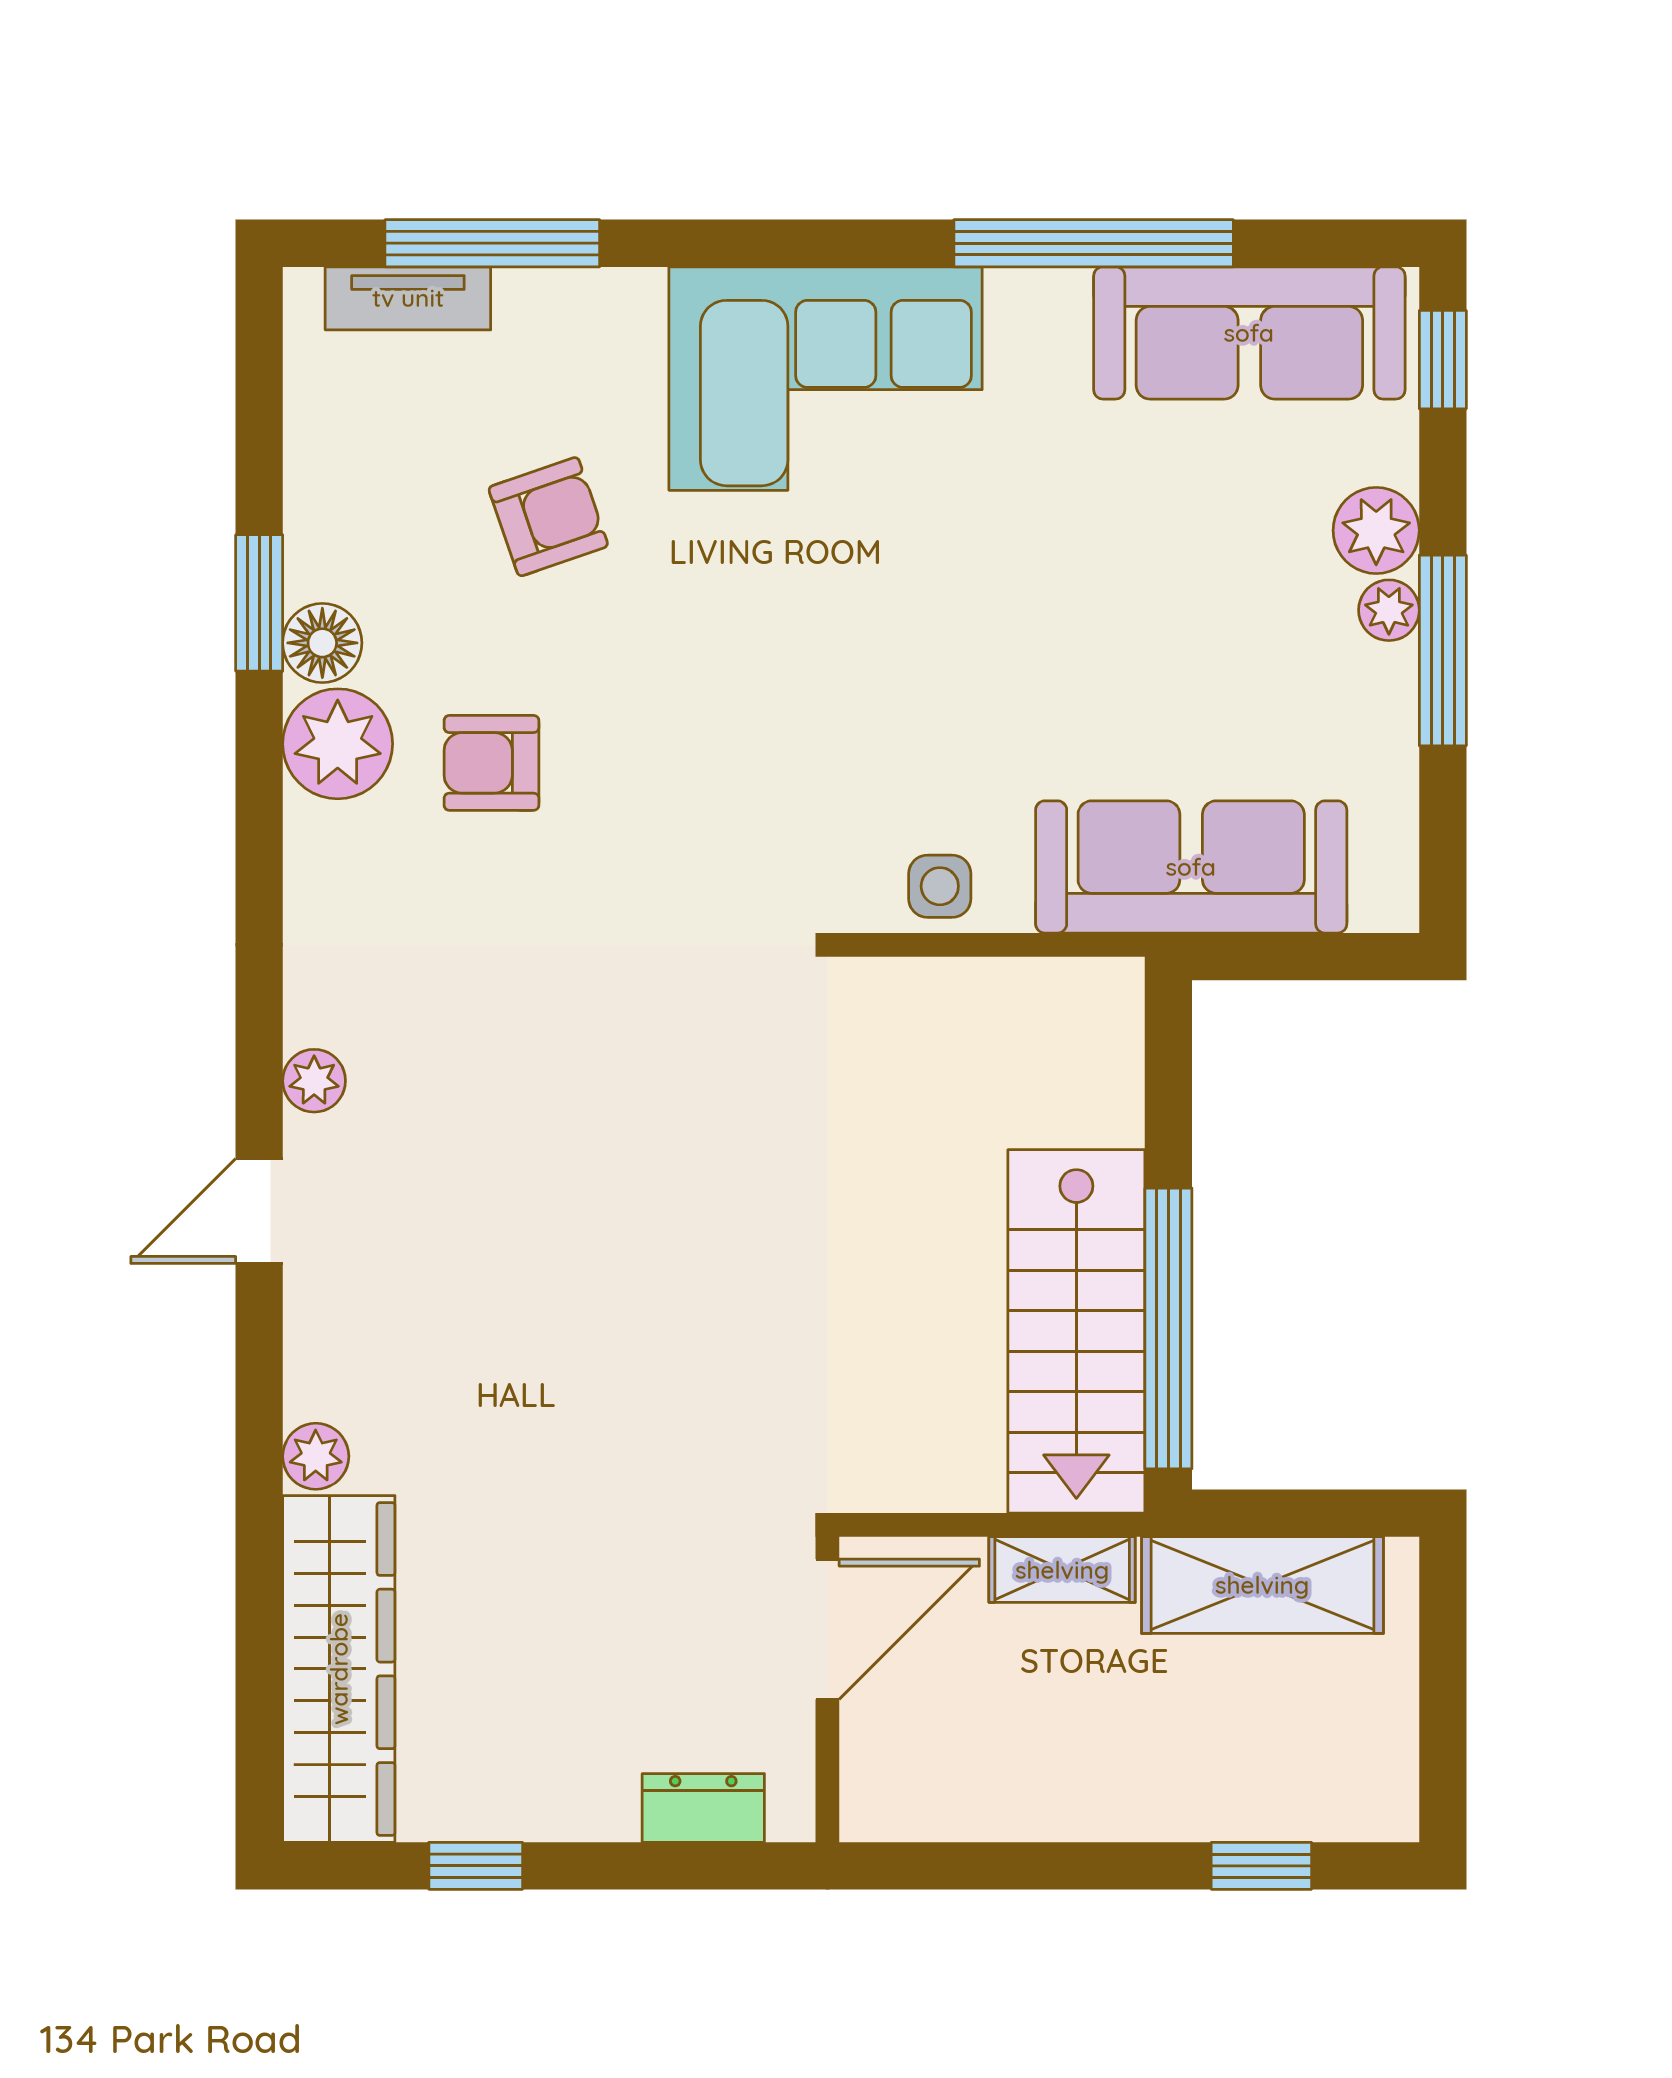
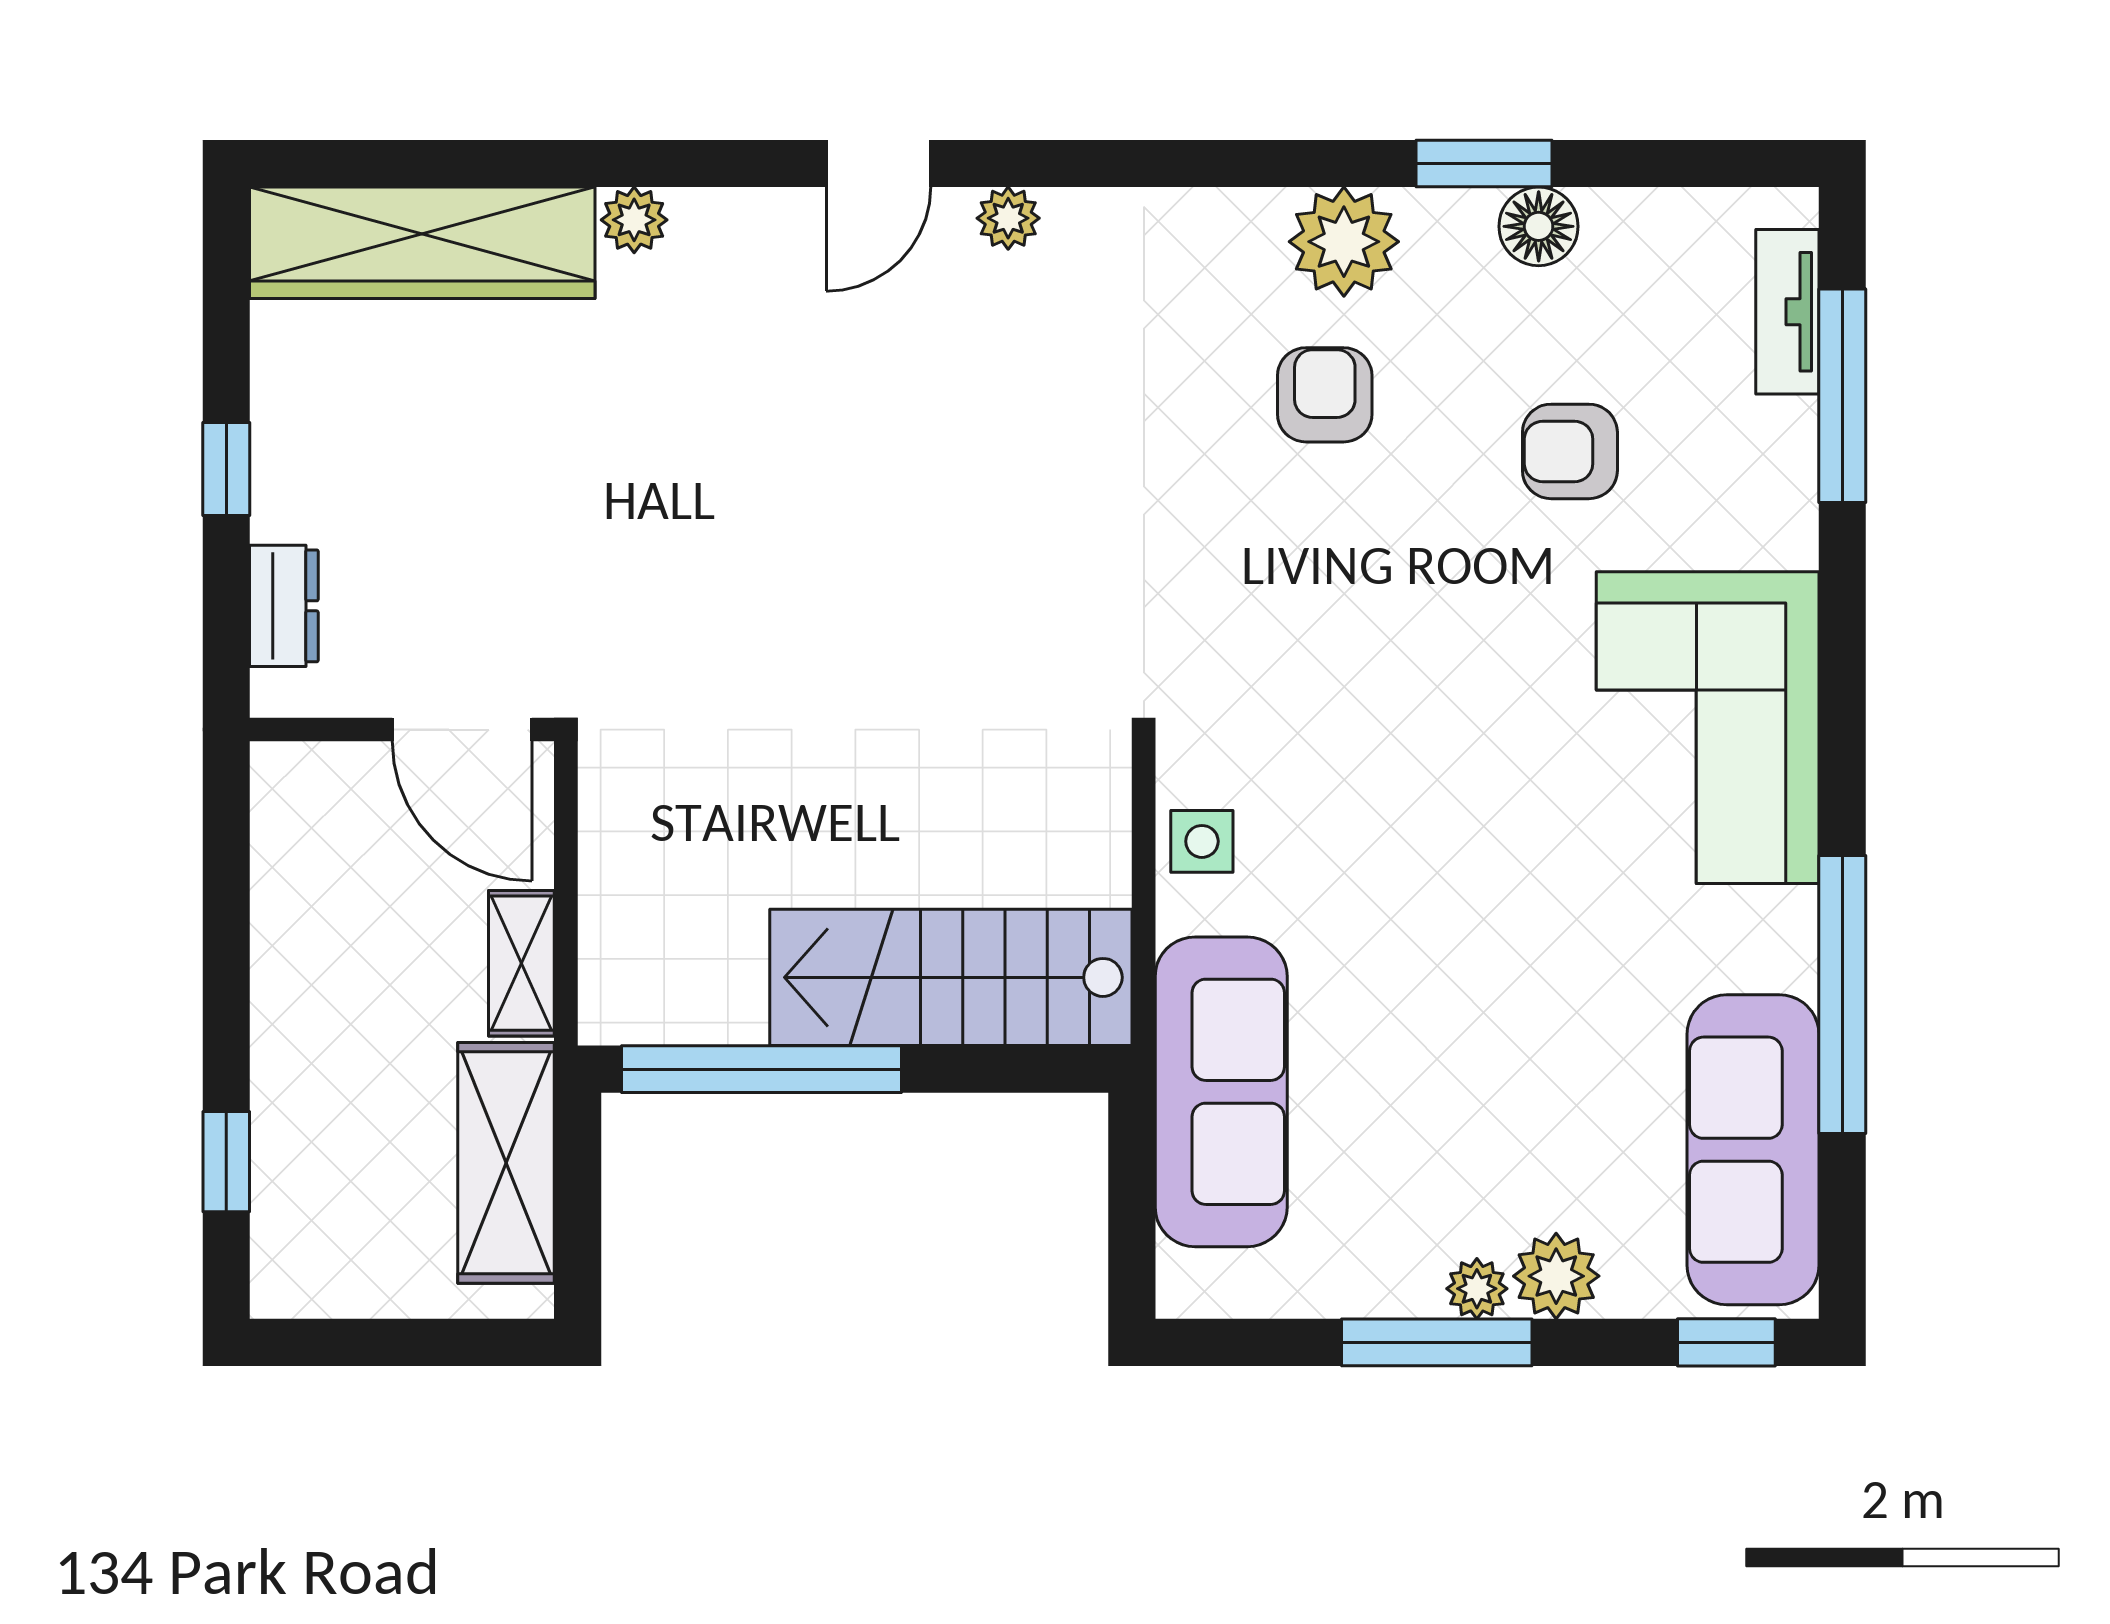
armchair: (548, 517) -> (1570, 451), turned 109
floor lamp: (322, 643) -> (1539, 226), moved
door: (259, 1211) -> (878, 164), swing flipped
stairs: (1076, 1331) -> (951, 977), moved
window: (476, 1866) -> (226, 469), moved

